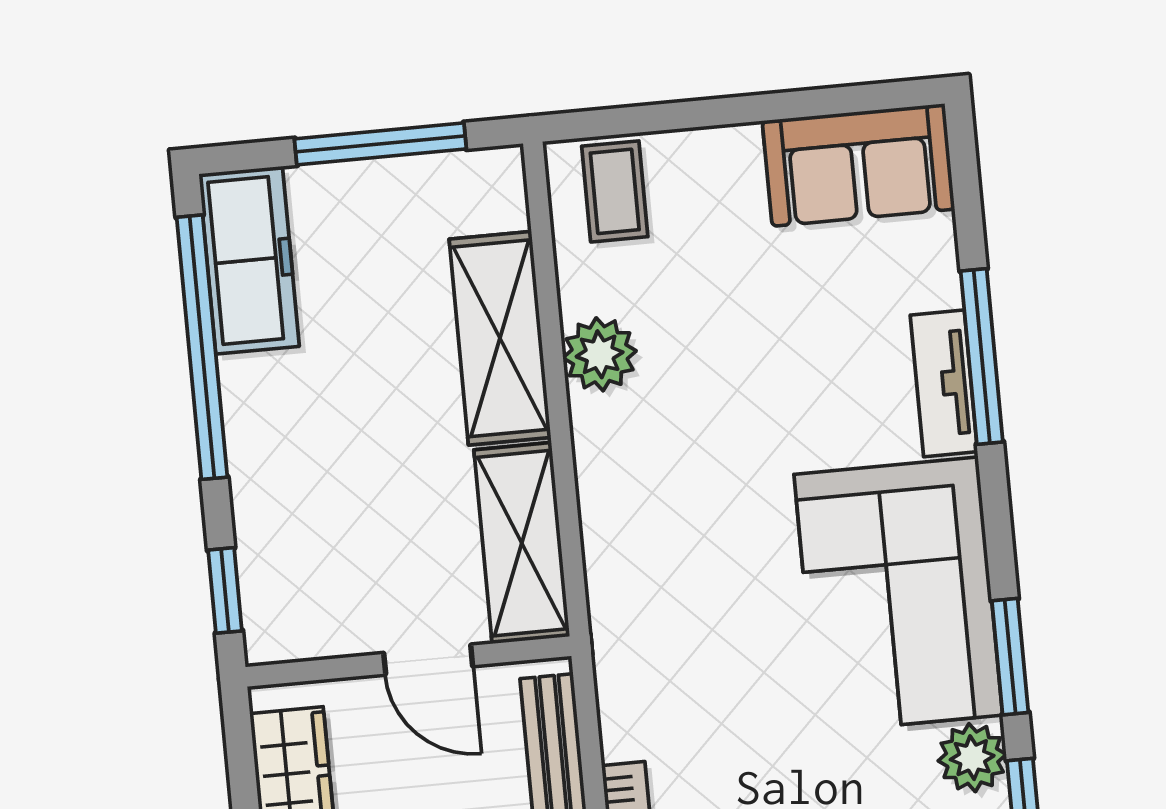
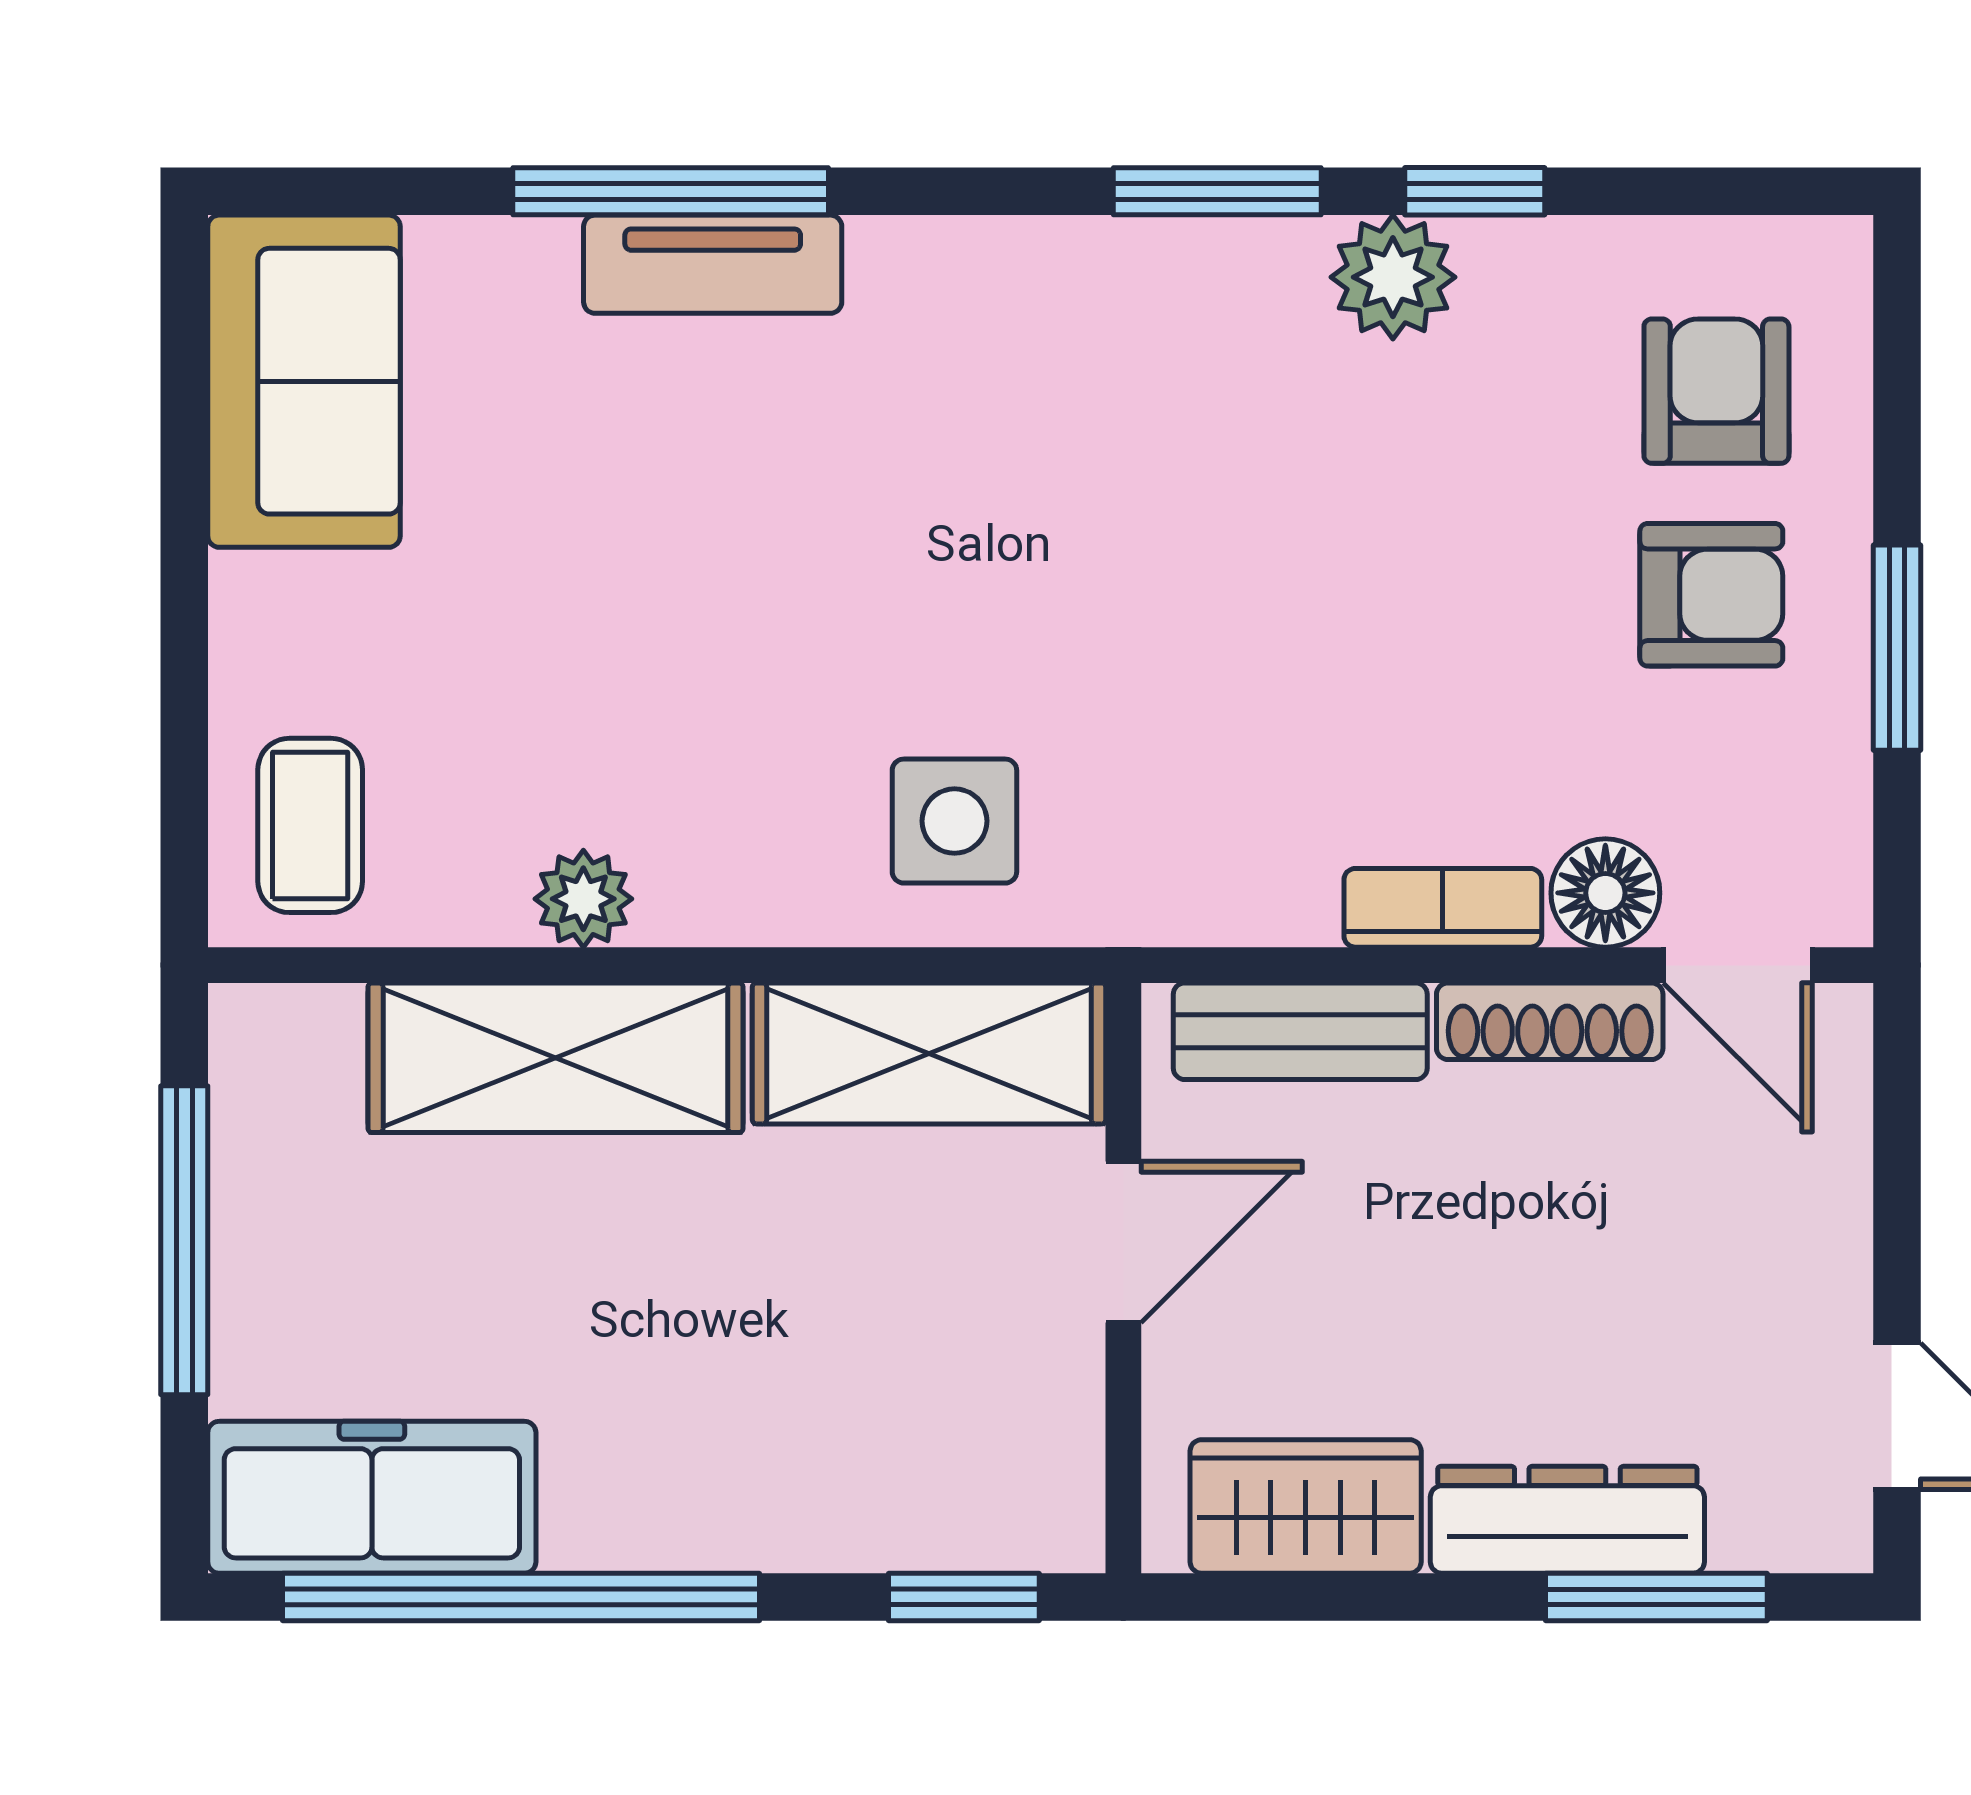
coffee table: (615, 191) -> (310, 825), turned 90
plant: (600, 354) -> (583, 899), width x0.73, depth x0.73
side table: (651, 545) -> (954, 821), added
corner sofa: (898, 595) -> (1086, 383), removed

